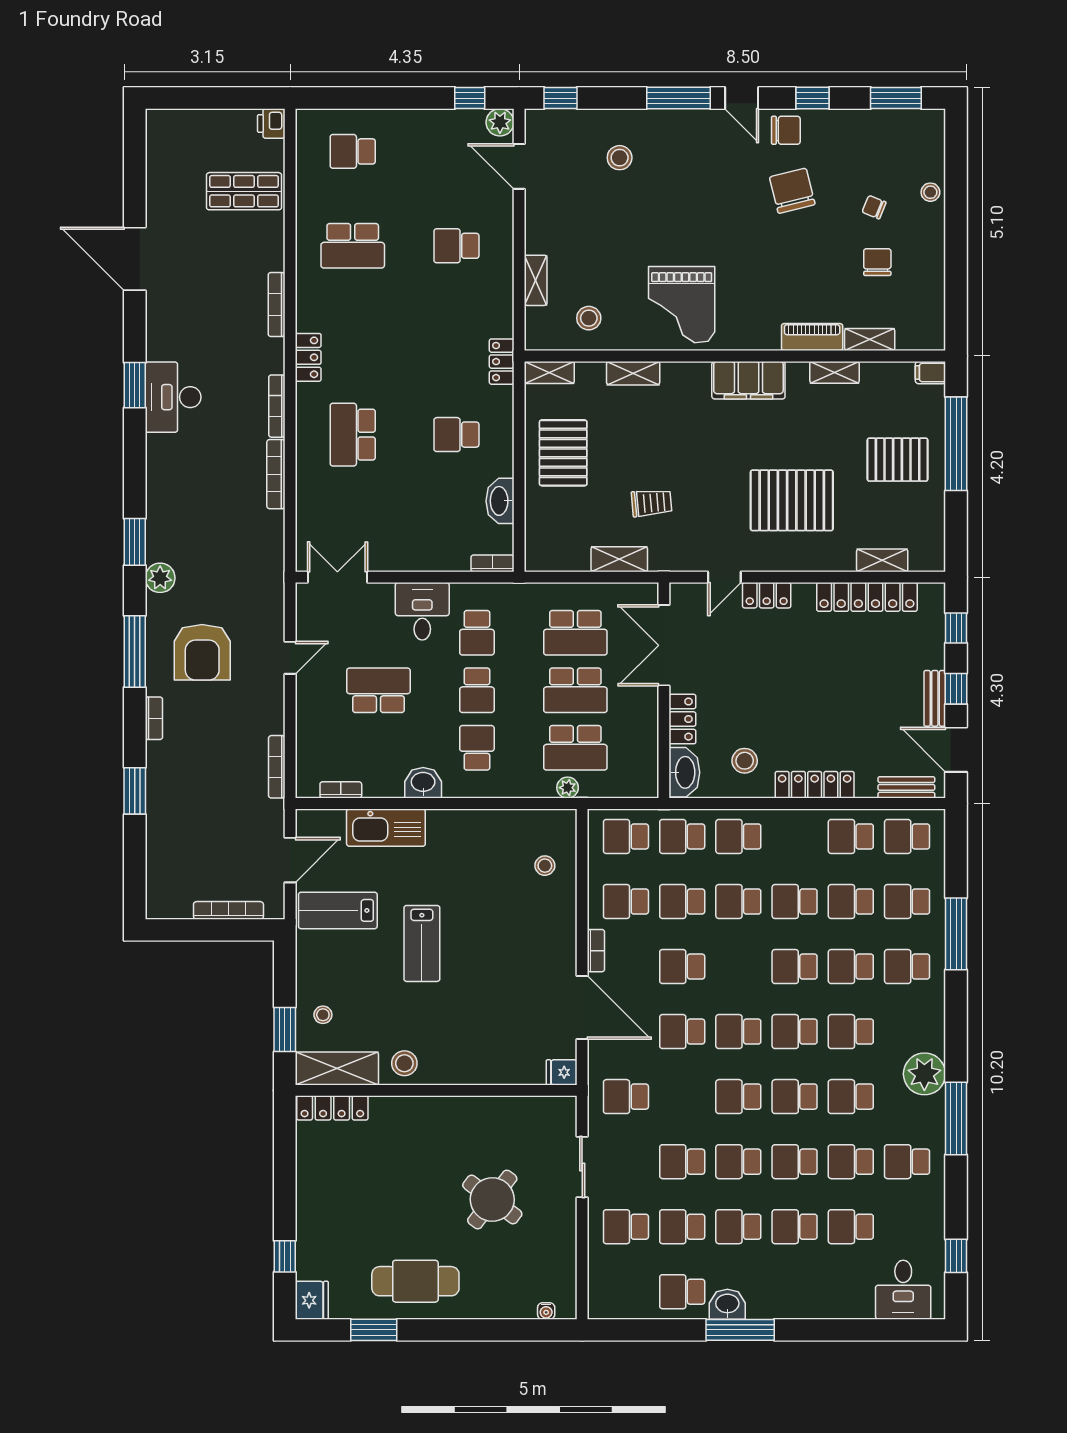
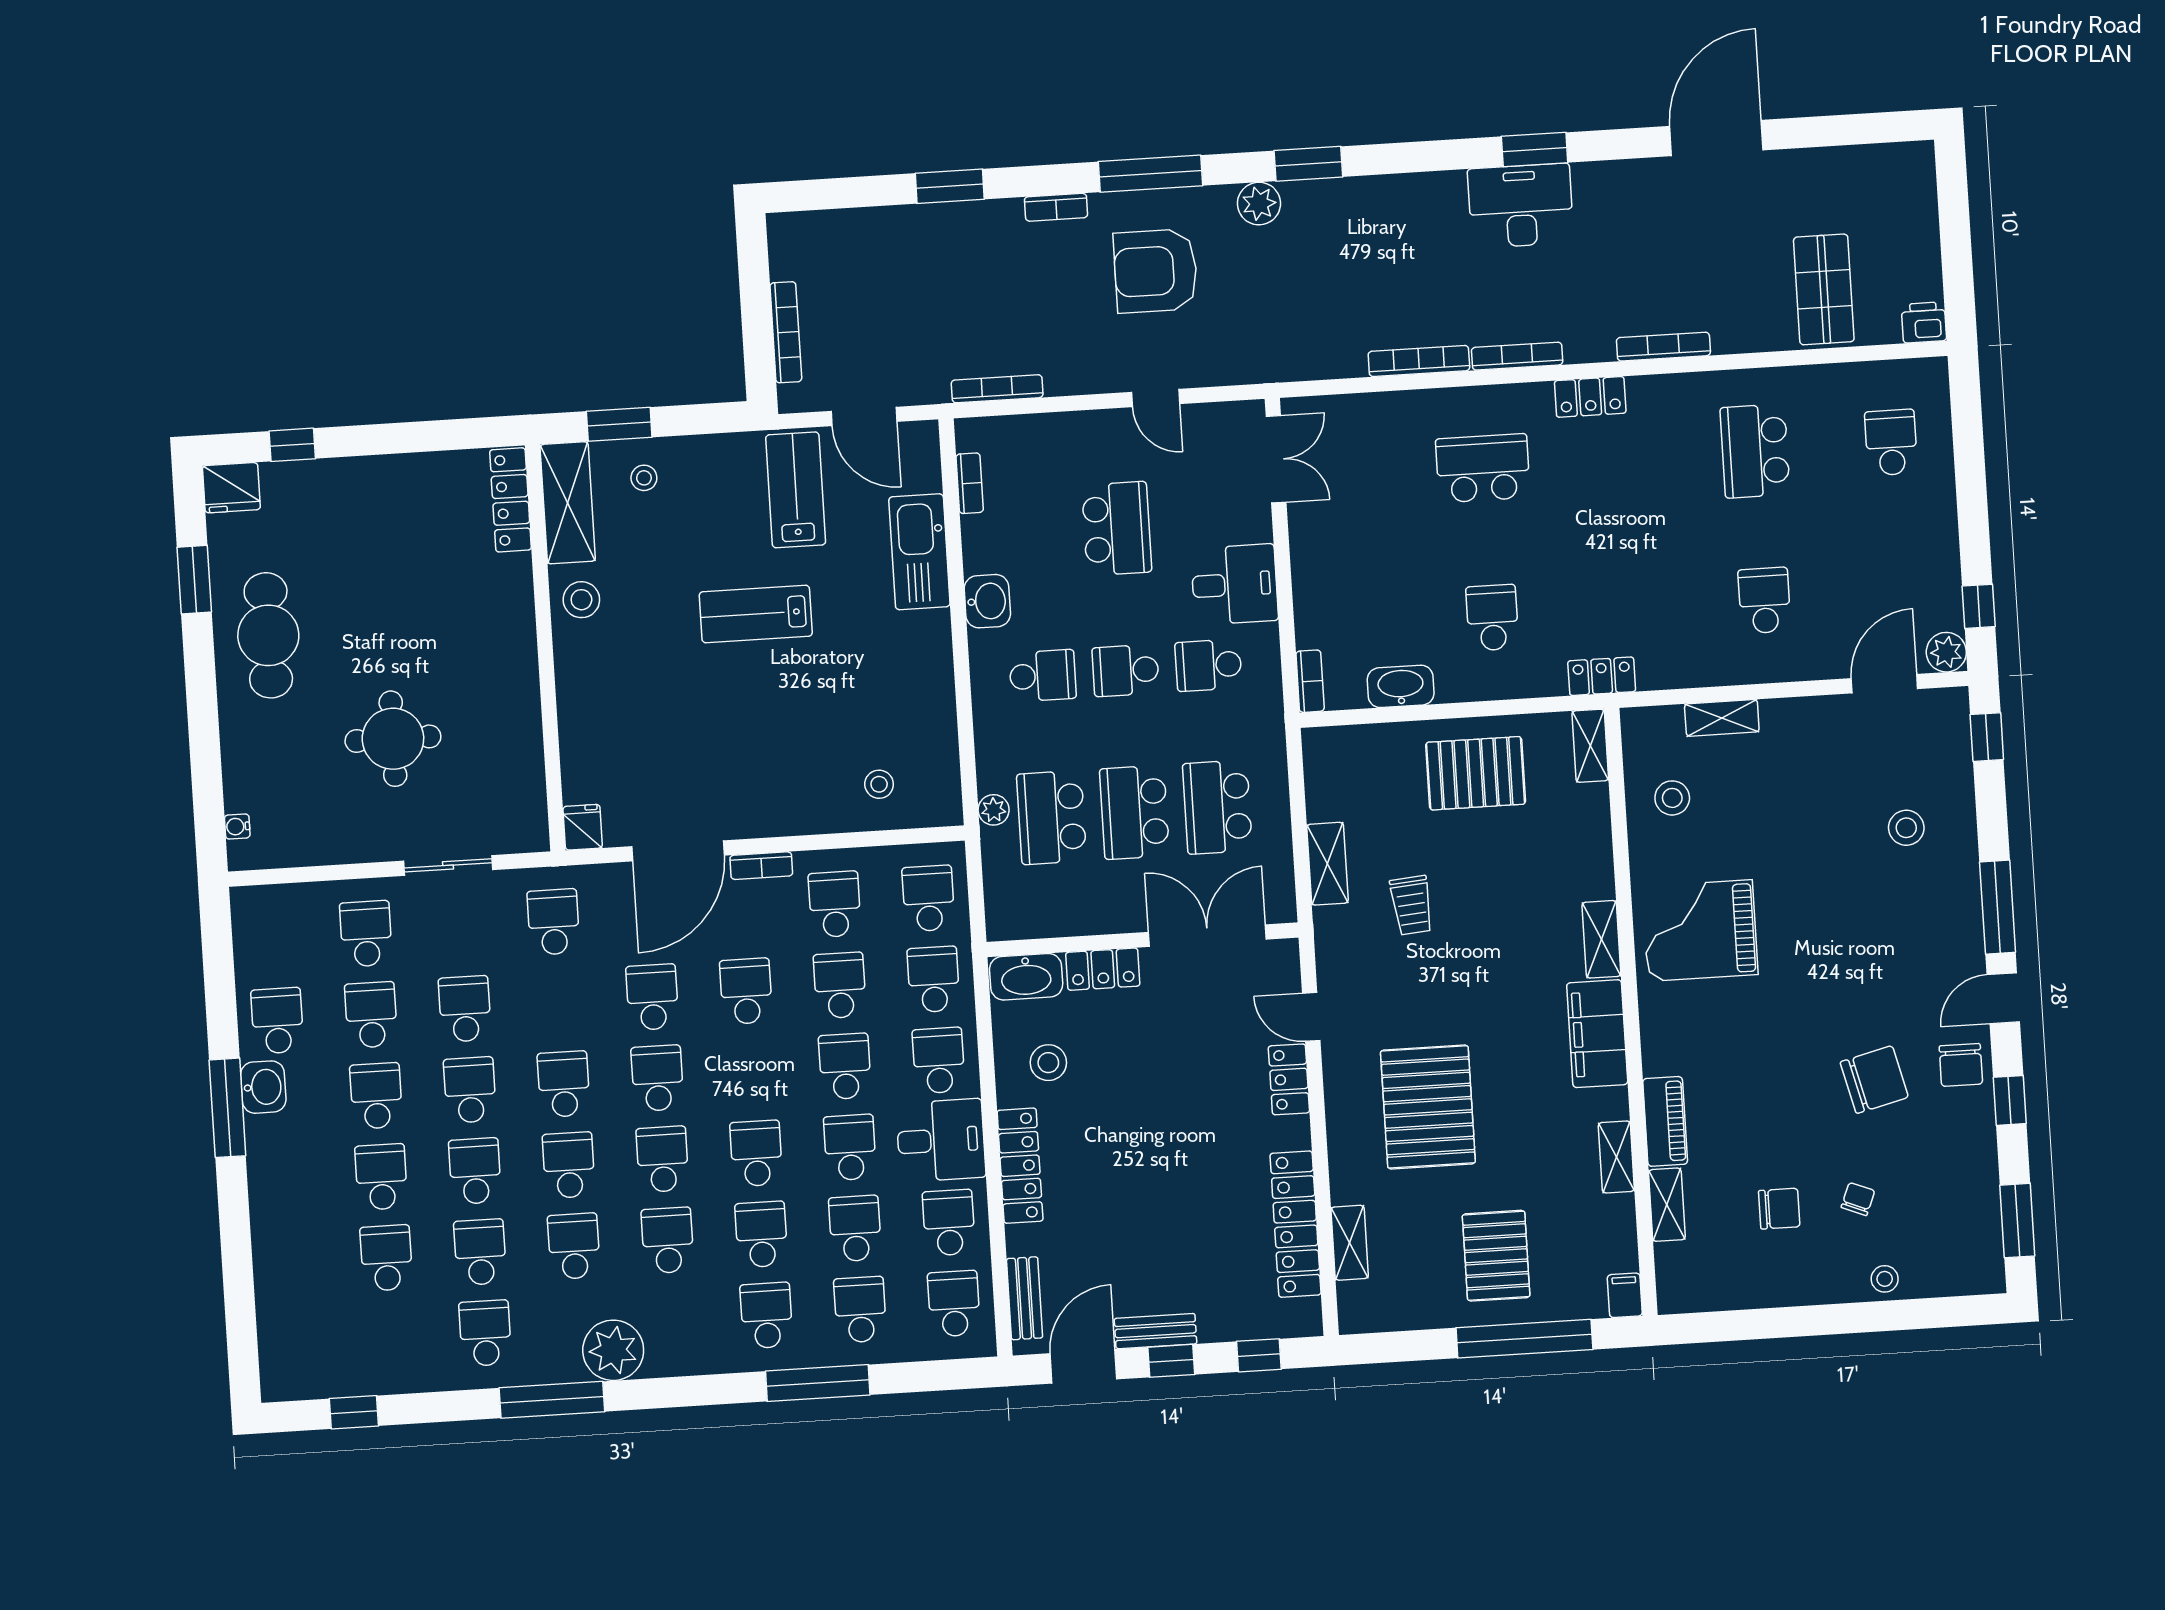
shelving: (633, 373) -> (1601, 939), moved
round table: (492, 1200) -> (393, 739), turned -37
desk: (903, 1290) -> (941, 1140), moved, turned 180

